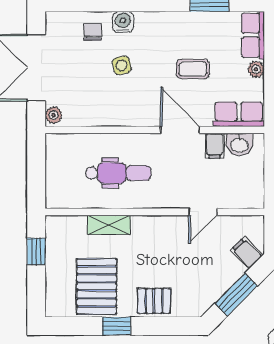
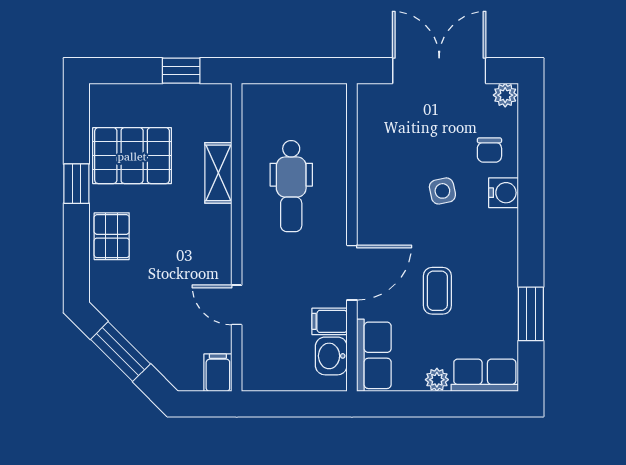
chair: (93, 32) -> (489, 150), turned 90
plant: (54, 115) -> (505, 95), moved
filing cabinet: (247, 253) -> (218, 373), moved, turned -45

